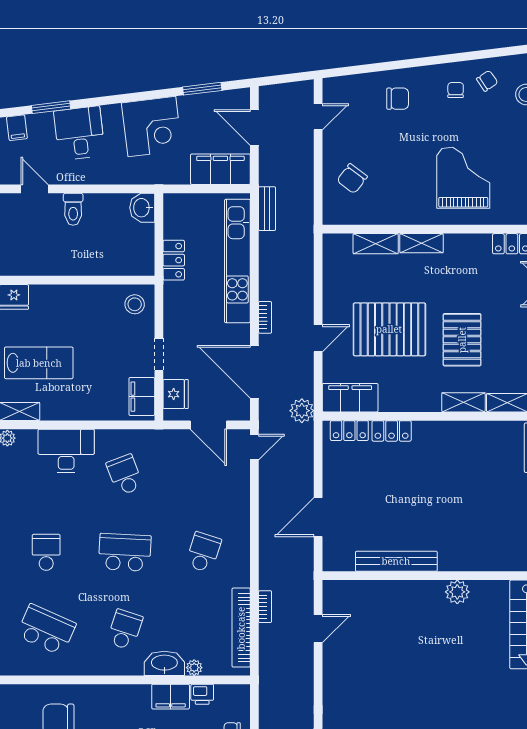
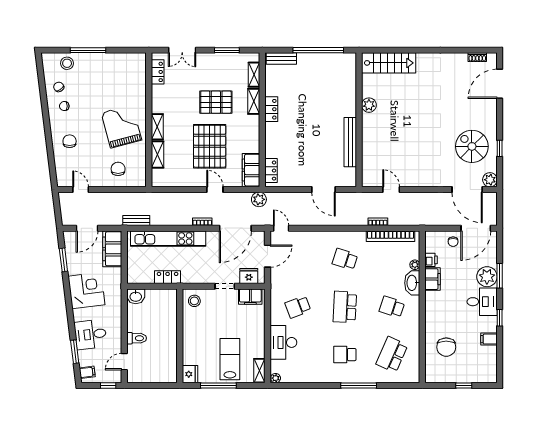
grand piano: (463, 178) -> (121, 126), moved, turned 75
chair: (352, 179) -> (118, 169), turned -127
locker: (392, 431) -> (271, 109), moved

